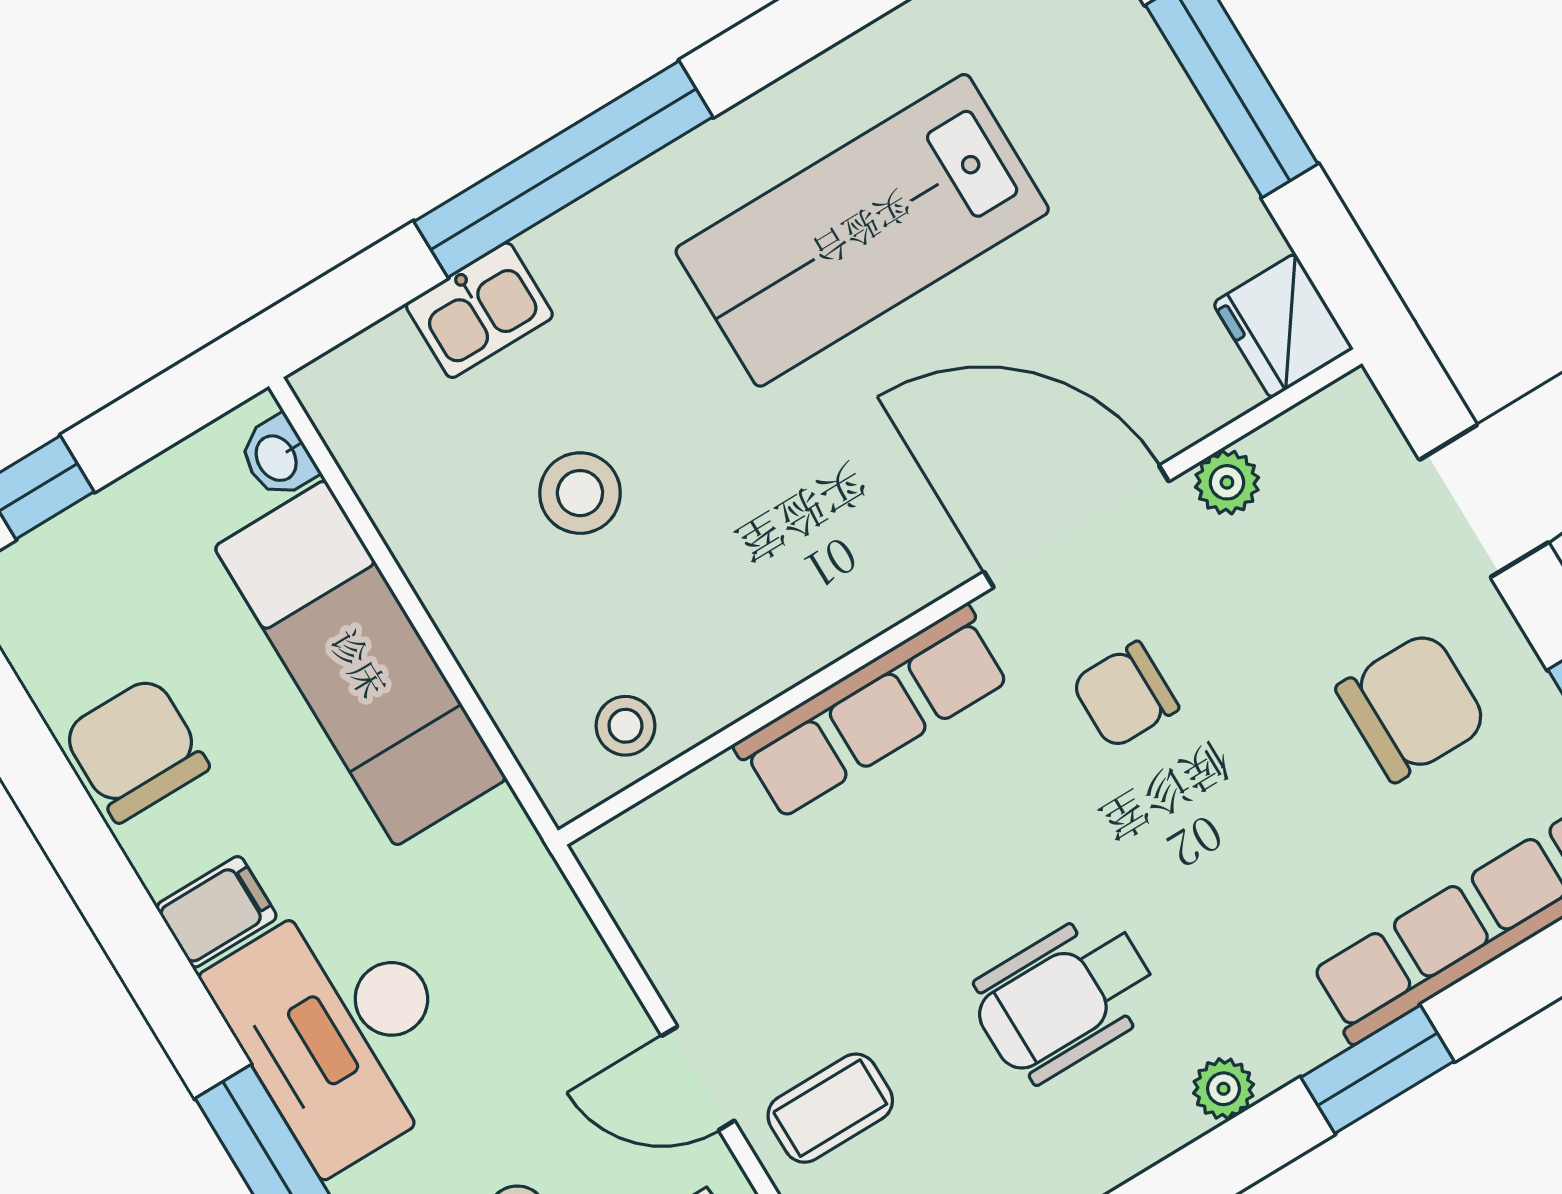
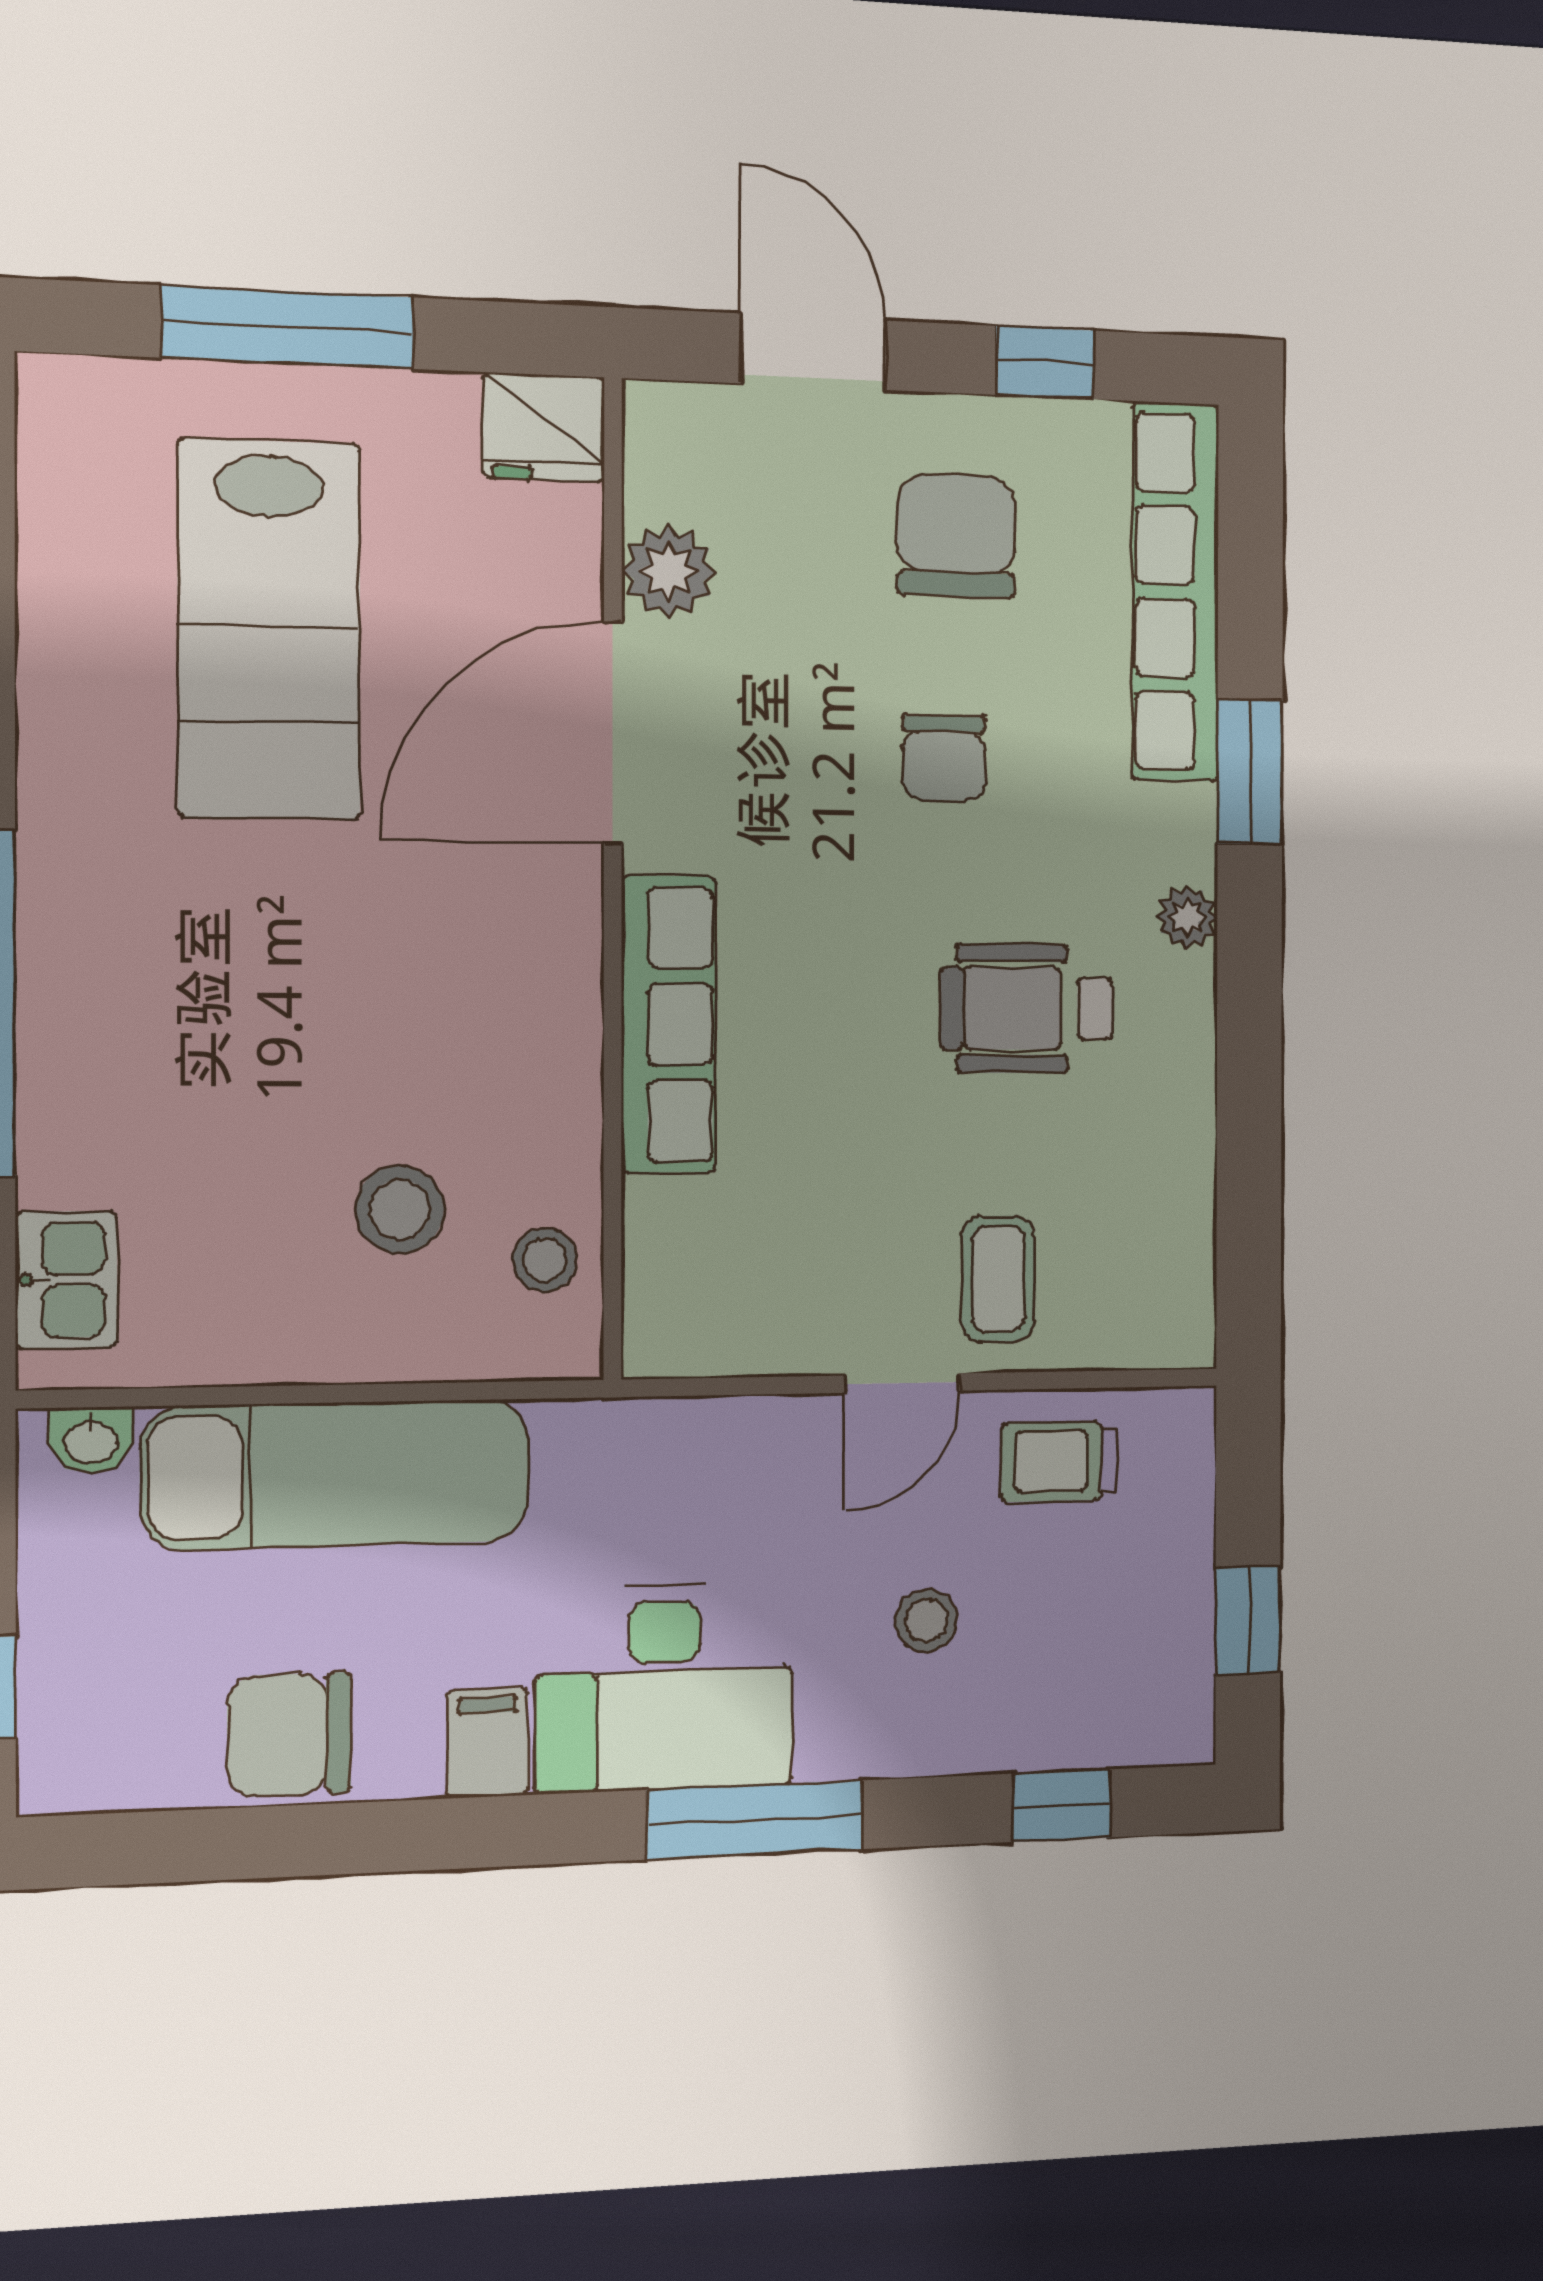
lab bench: (862, 230) -> (269, 630), moved
kitchen sink: (479, 310) -> (66, 1280), moved
plant: (1227, 482) -> (669, 571), width x1.38, depth x1.38
stool: (580, 493) -> (400, 1209), moved
chair: (1125, 695) -> (944, 758), moved
wheelchair: (1065, 997) -> (1026, 1008), turned 90

